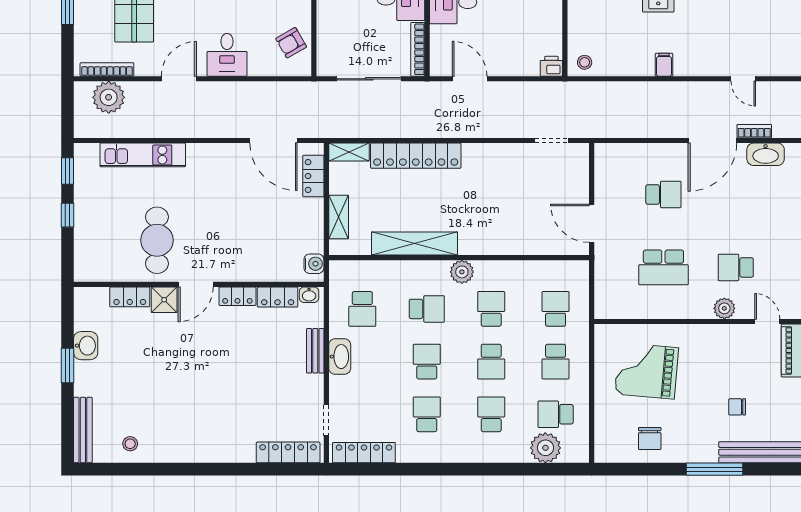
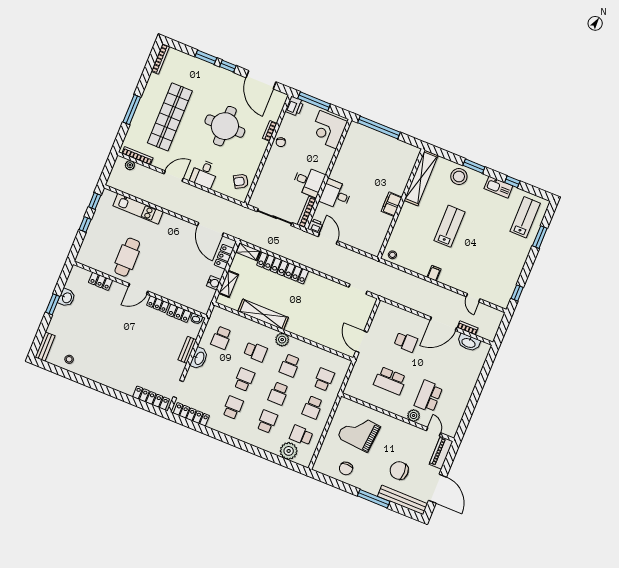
printer: (551, 66) -> (315, 226), moved
plant: (109, 97) -> (130, 165), width x0.53, depth x0.53
water cooler: (314, 264) -> (214, 283), moved
school desk: (736, 267) -> (428, 396), width x1.85
shower: (164, 300) -> (118, 290), removed
school desk: (491, 309) -> (290, 366), turned 180
chair: (737, 407) -> (399, 471), width x1.87, depth x1.87
bench: (83, 430) -> (45, 347), width x0.73

